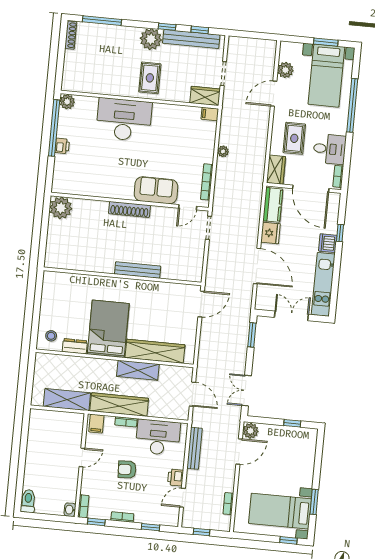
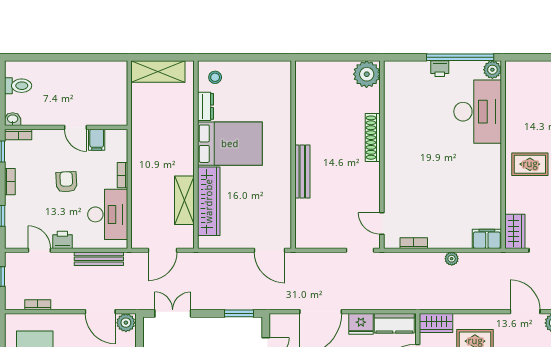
filing cabinet: (210, 114) -> (487, 239), width x2.00
desk: (124, 120) -> (478, 112), moved
bookcase: (207, 182) -> (414, 243), width x0.64
sofa: (156, 190) -> (398, 184), removed
shoe rack: (129, 209) -> (373, 138), moved
shelving: (138, 370) -> (184, 200), moved
shelving: (67, 400) -> (158, 72), moved, turned 90
wardrobe: (119, 405) -> (142, 165), removed
filing cabinet: (96, 424) -> (97, 140), moved, turned -90
toilet: (28, 501) -> (18, 86), moved

